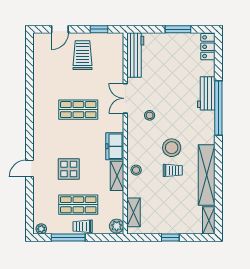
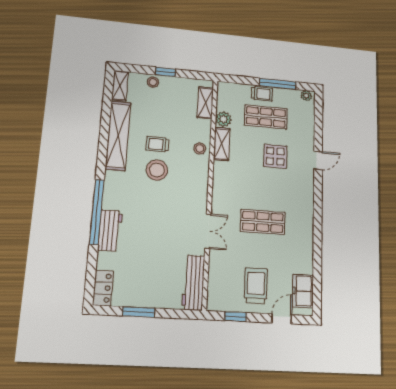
trolley: (83, 55) -> (256, 286), turned 180
stool: (150, 115) -> (153, 82), moved
freezer: (115, 146) -> (303, 291), moved, turned 180
plant: (117, 226) -> (223, 119), moved

